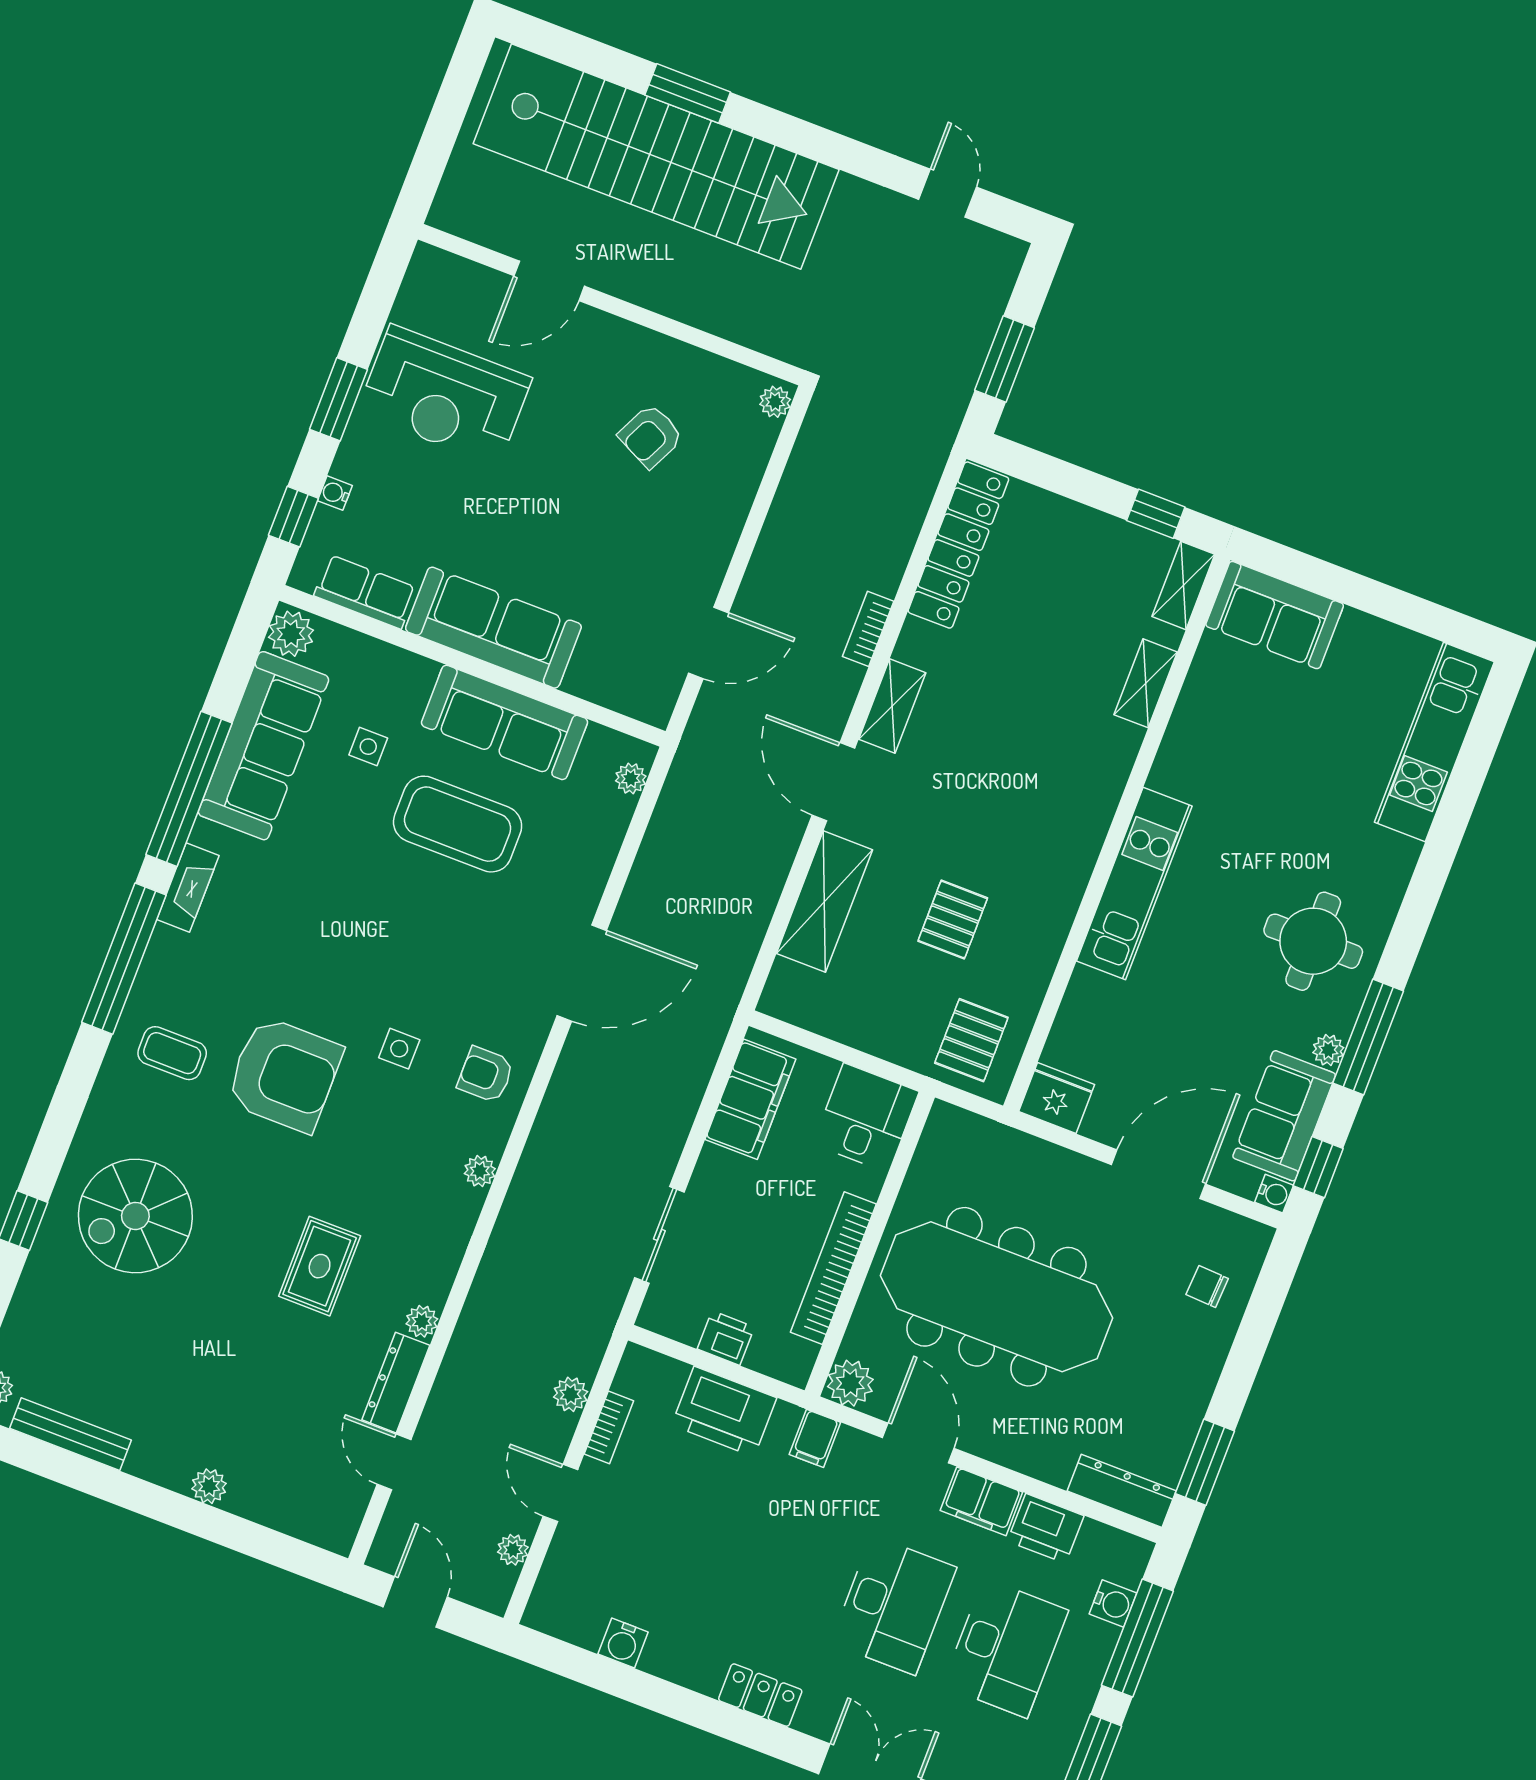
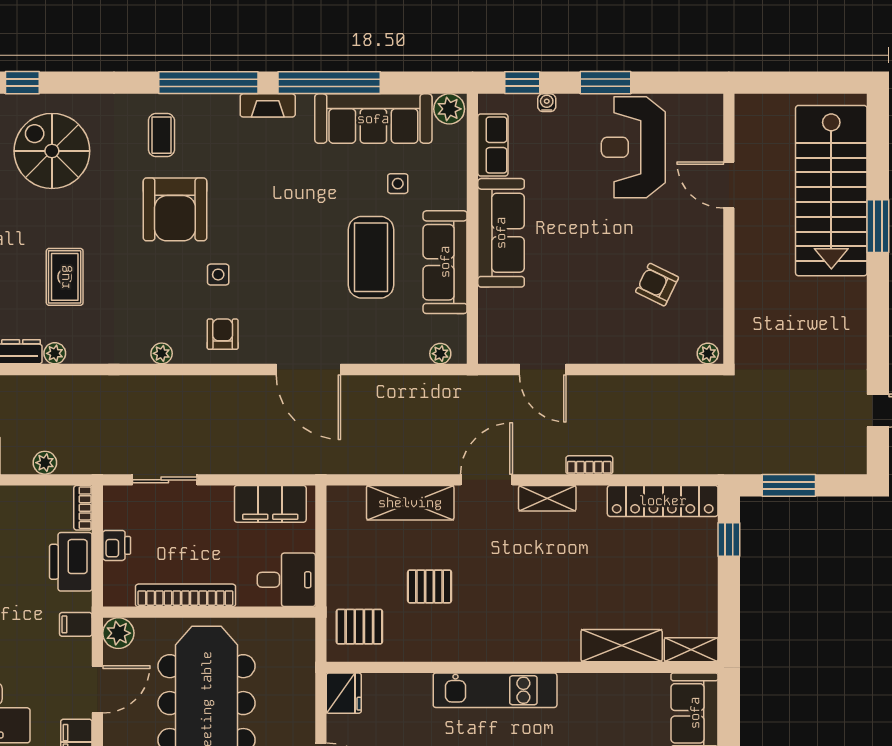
stairs: (656, 157) -> (831, 191), width x0.73
window: (1156, 514) -> (729, 540), moved
shelving: (1146, 683) -> (622, 646), width x1.50, depth x1.33
rug: (320, 1266) -> (65, 277), turned 90
bookcase: (609, 1427) -> (83, 508), moved, turned 90

